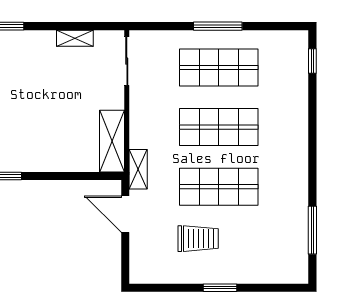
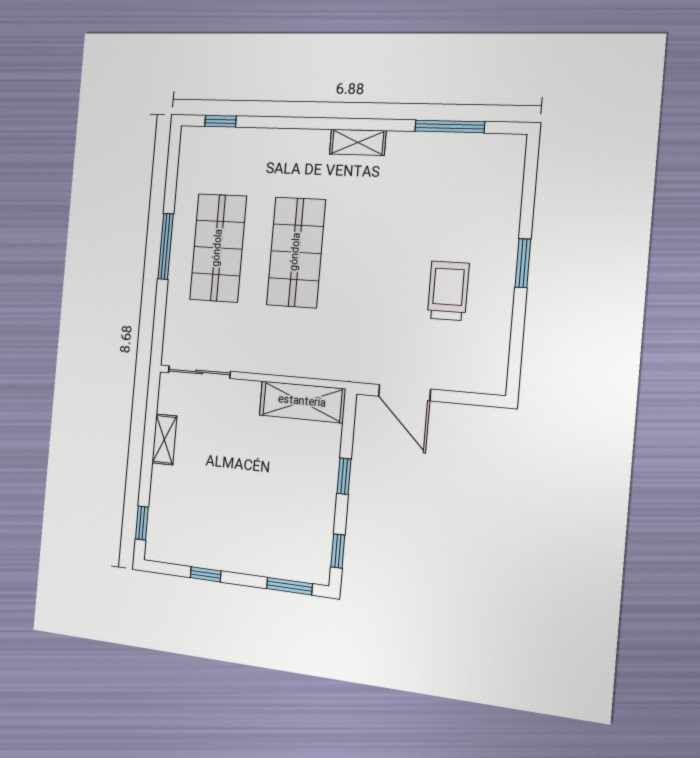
shelving: (138, 169) -> (358, 142), moved
window: (63, 176) -> (344, 476), added
shop shelf: (219, 187) -> (377, 257), removed
door: (125, 214) -> (404, 393), hinge flipped

